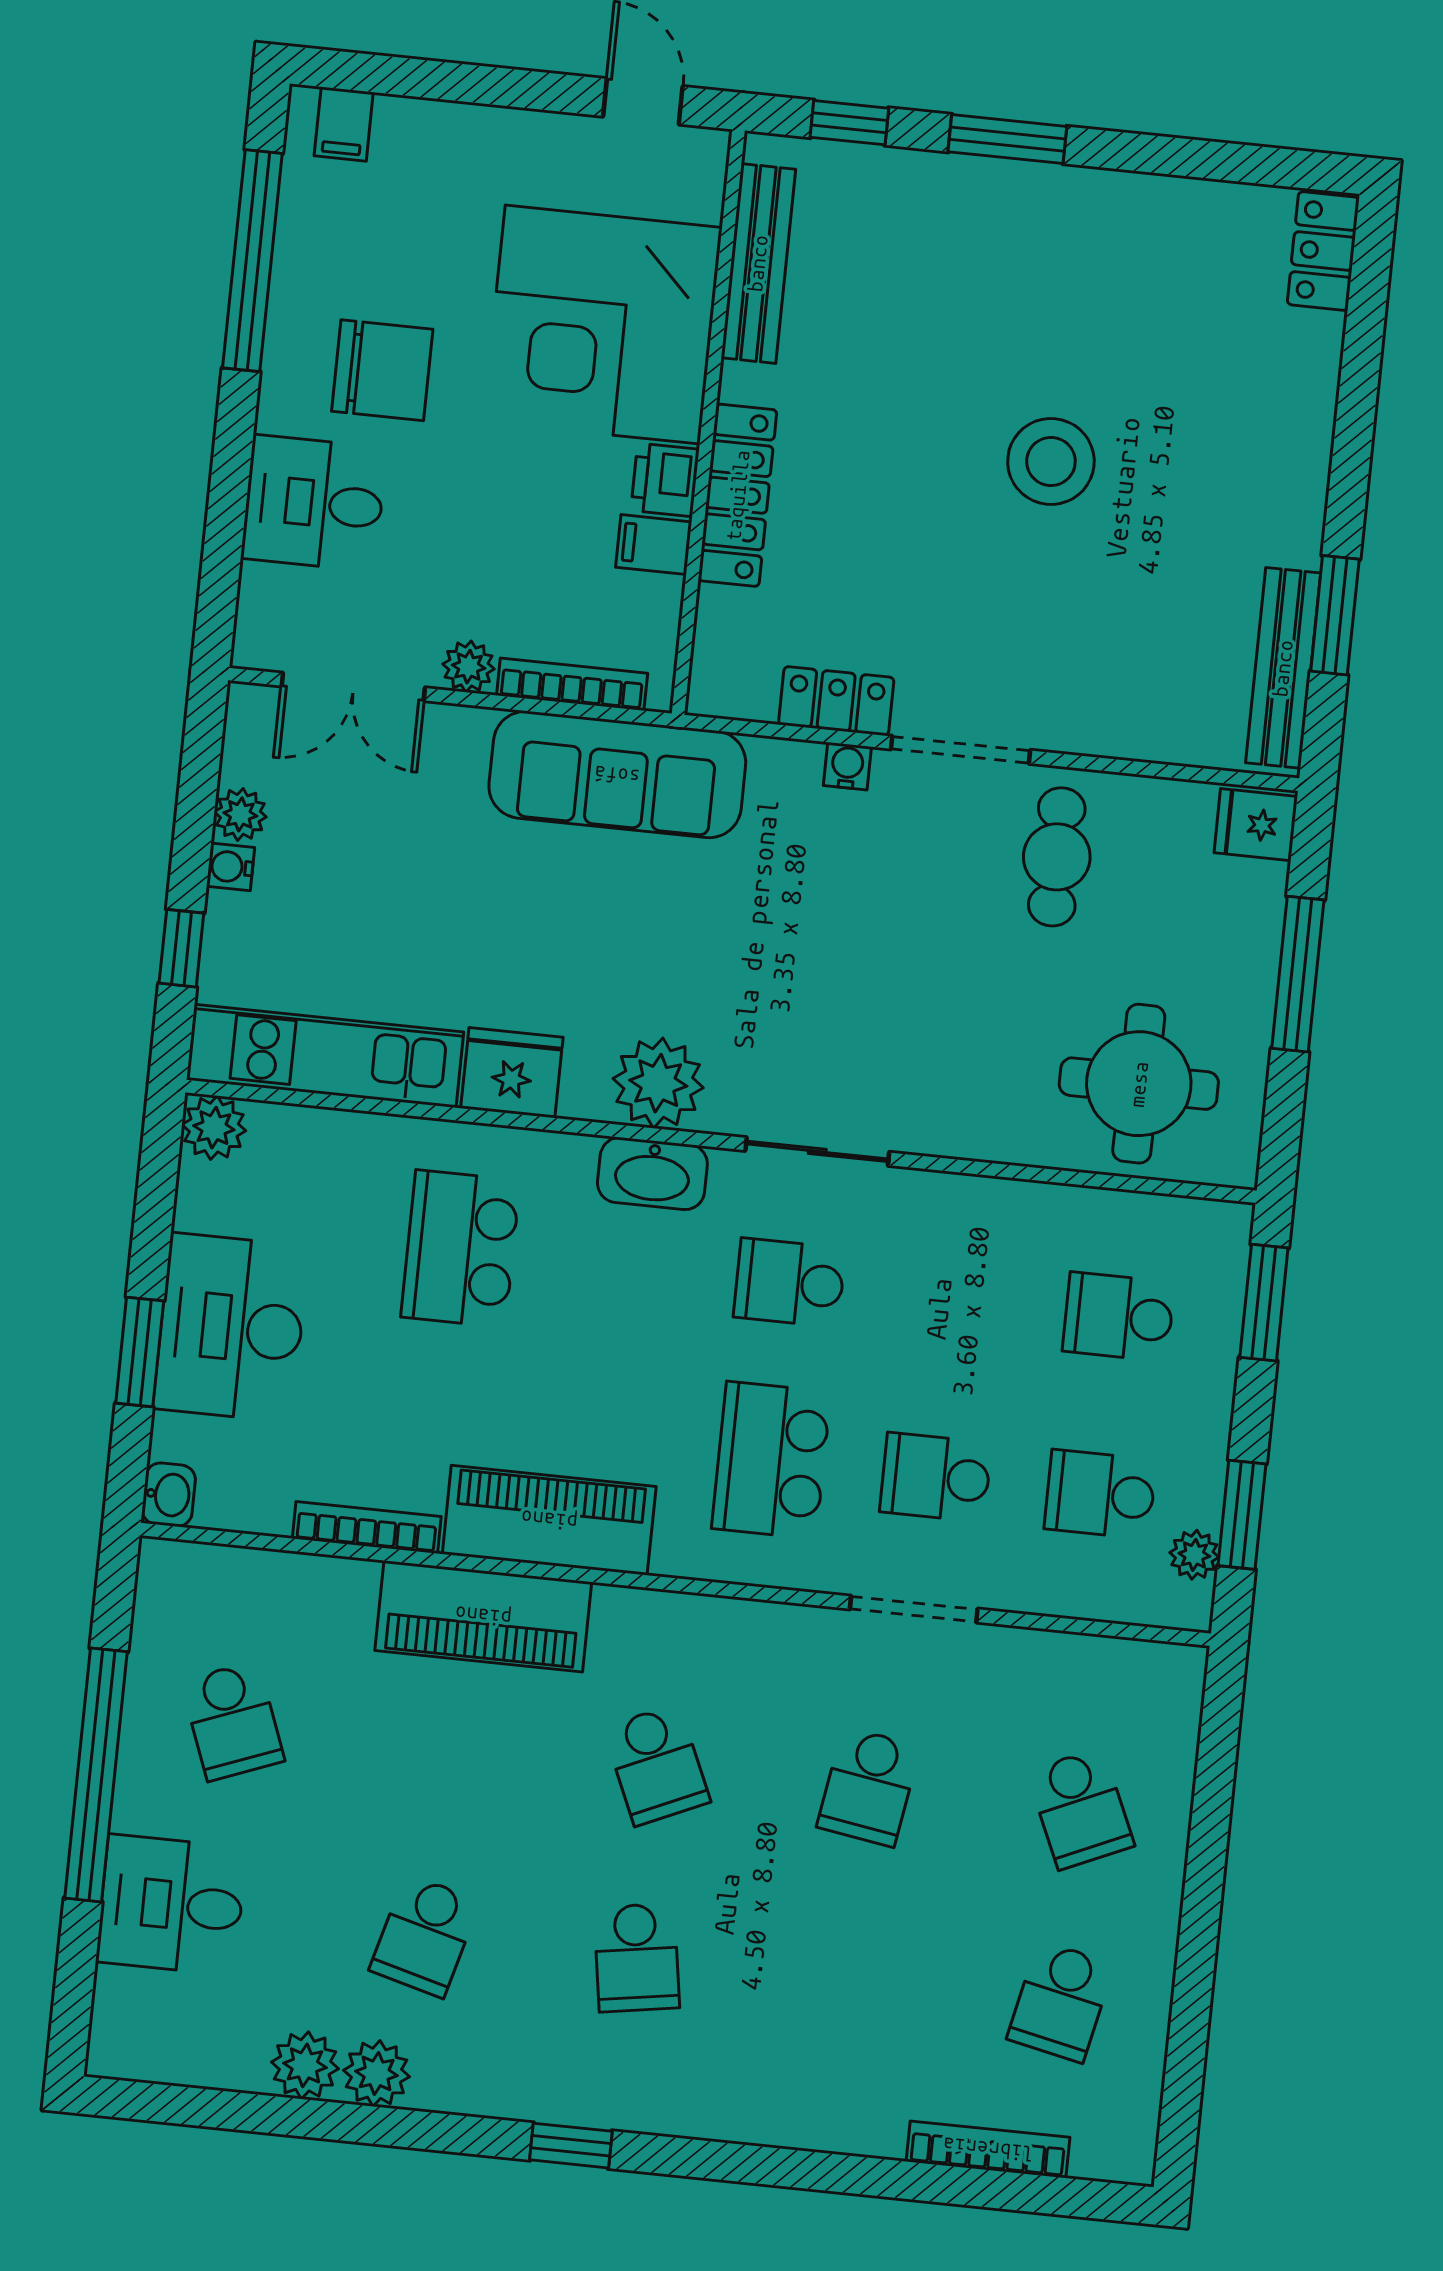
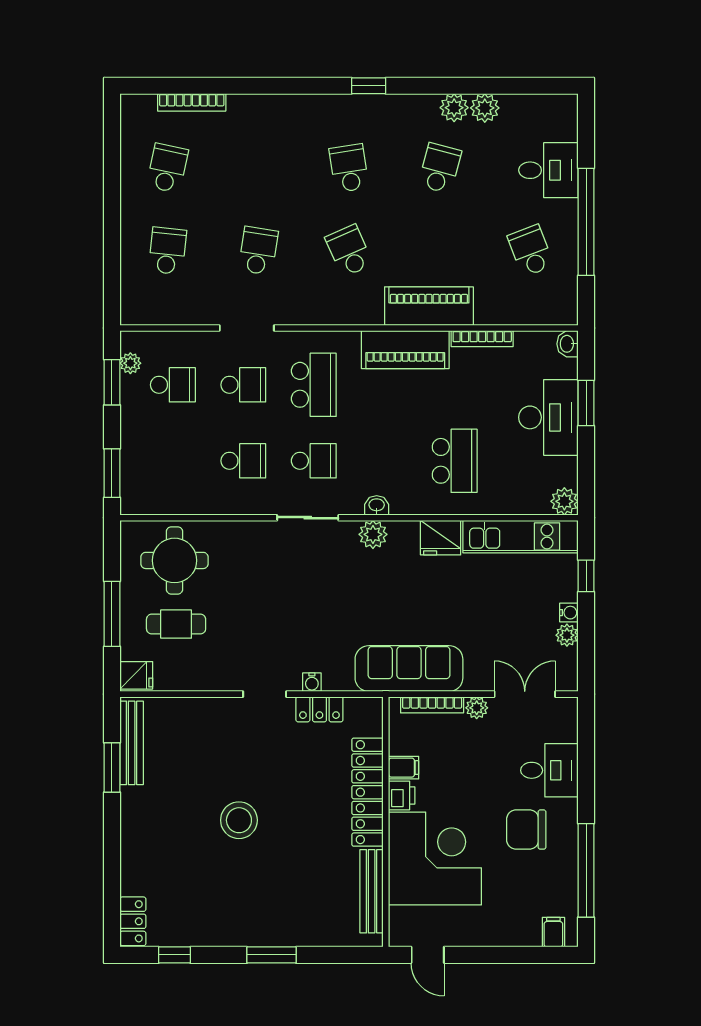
window: (849, 123) -> (175, 955), moved
locker: (738, 495) -> (368, 792), width x1.41, depth x1.21
doorway: (961, 750) -> (265, 694), width x0.73
cafe table: (1057, 857) -> (176, 624), moved, turned 90
plant: (658, 1083) -> (373, 534), width x0.73, depth x0.73
washbasin: (652, 1174) -> (377, 505), width x0.52, depth x0.69
school desk: (1119, 1317) -> (243, 461), moved
school desk: (1081, 1809) -> (167, 251), turned 30

